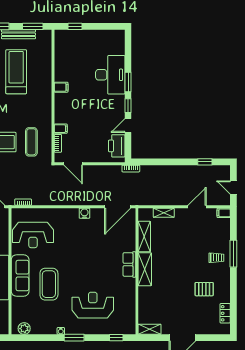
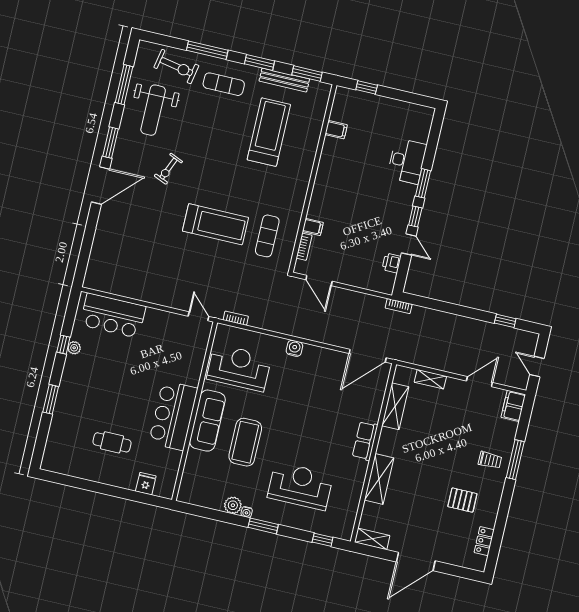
desk: (110, 75) -> (407, 161), width x0.73, depth x0.77
filing cabinet: (61, 87) -> (336, 130), moved
door: (128, 125) -> (409, 244), swing flipped
printer: (117, 146) -> (392, 263), width x0.53, depth x0.68
water cooler: (84, 213) -> (294, 348), moved
filing cabinet: (224, 213) -> (513, 406), width x2.00
reception desk: (33, 235) -> (239, 368), turned 180
shelving: (145, 269) -> (379, 479), moved
plant: (24, 329) -> (233, 505), moved

